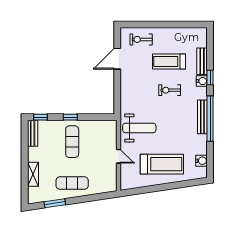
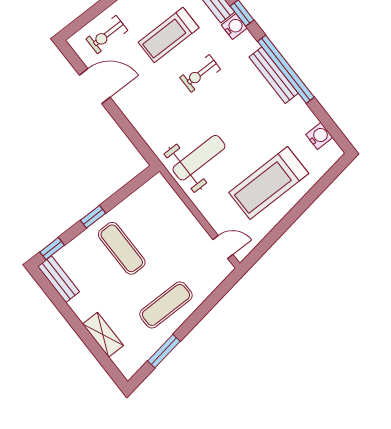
door: (117, 59) -> (95, 86), swing flipped
door: (119, 156) -> (223, 247), moved
treadmill: (162, 164) -> (269, 183), turned 180

